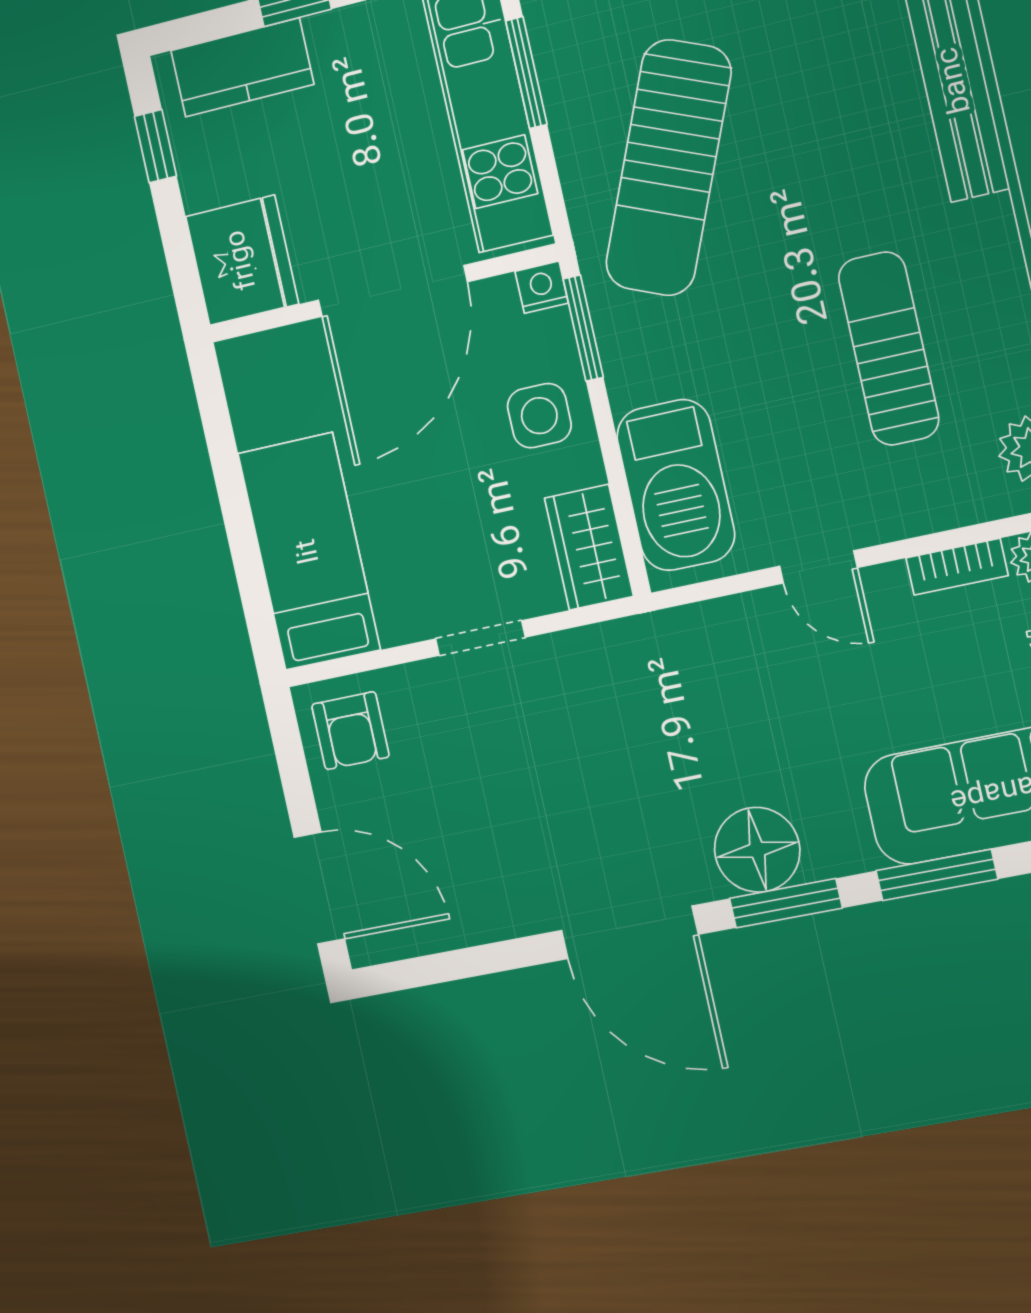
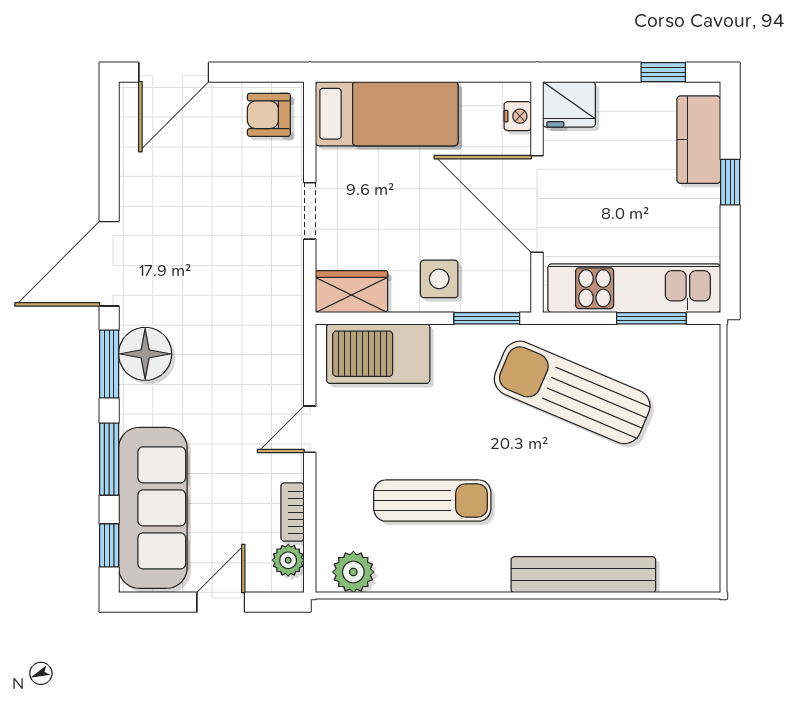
fridge: (242, 260) -> (569, 104), width x0.73, depth x0.75
nightstand: (542, 287) -> (518, 116), moved

